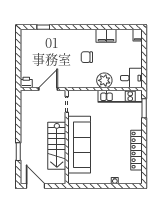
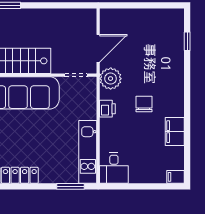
plant: (104, 80) -> (111, 79), moved
printer: (26, 83) -> (107, 109), moved
door: (48, 89) -> (98, 48), hinge flipped

